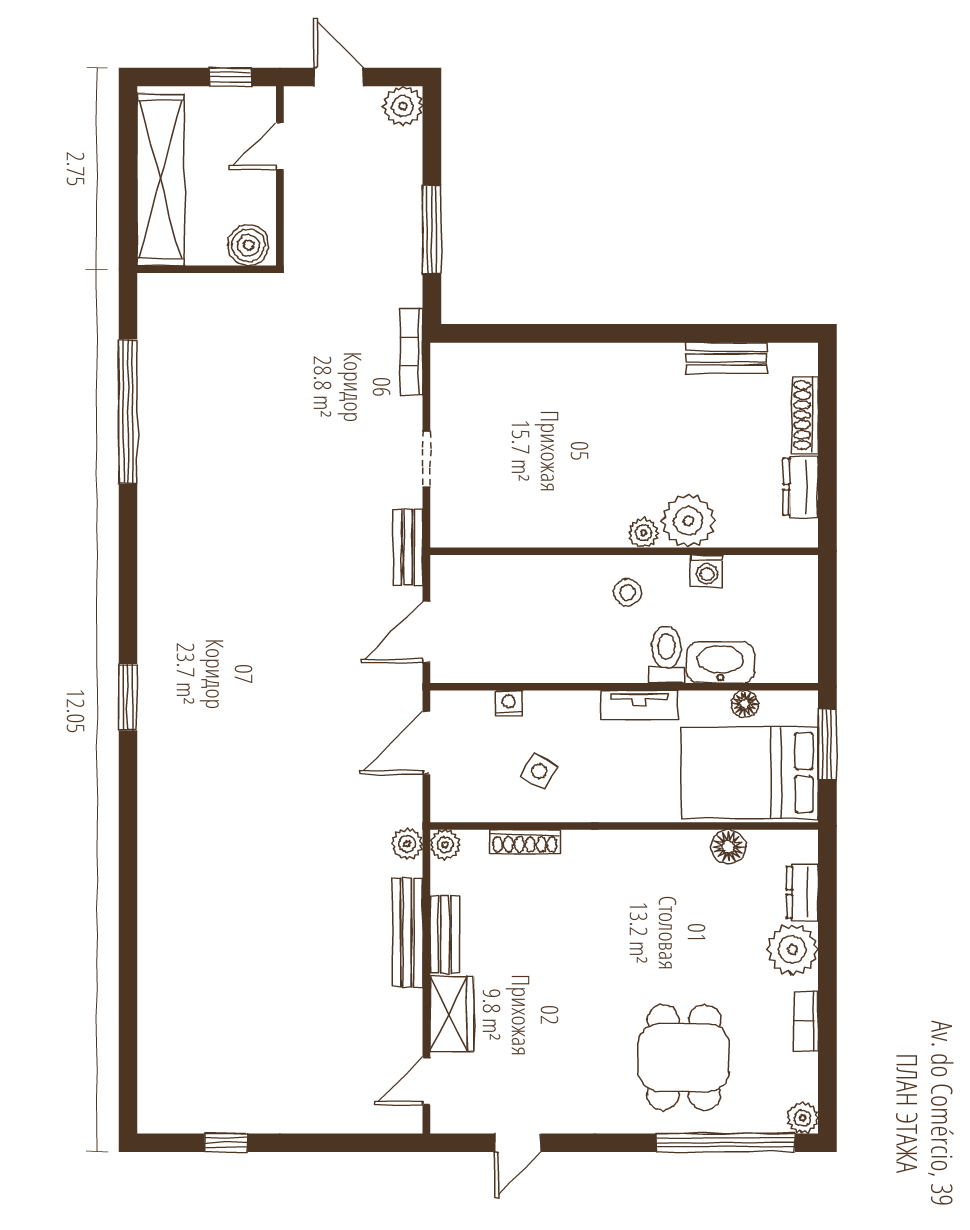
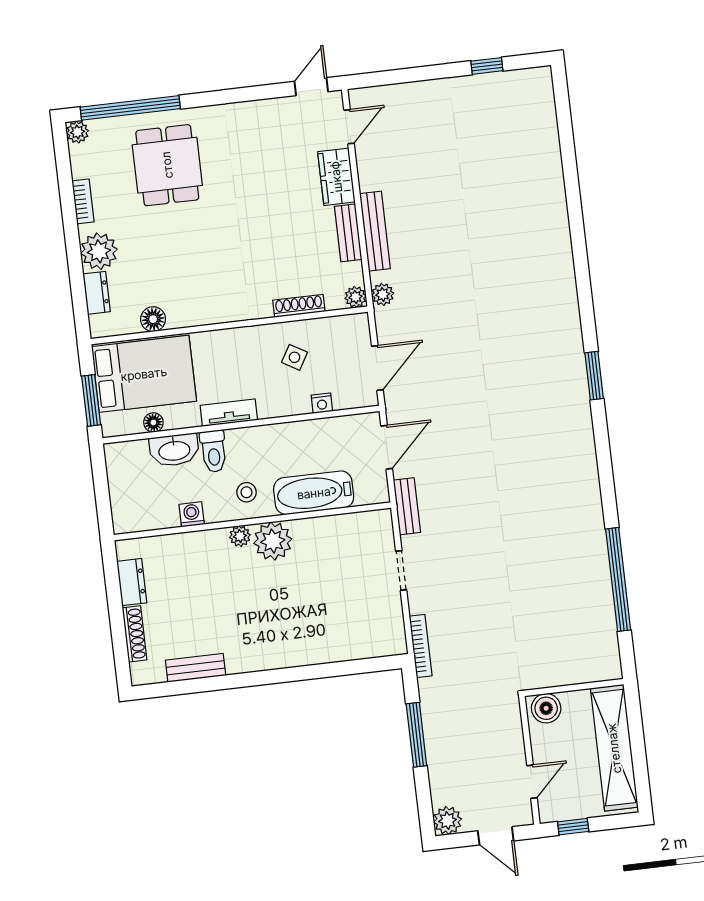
plant: (688, 521) -> (273, 541), moved
bathtub: (535, 581) -> (314, 493), added
door: (518, 1143) -> (311, 87), moved

